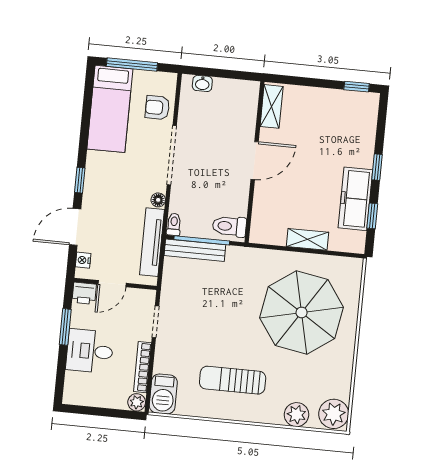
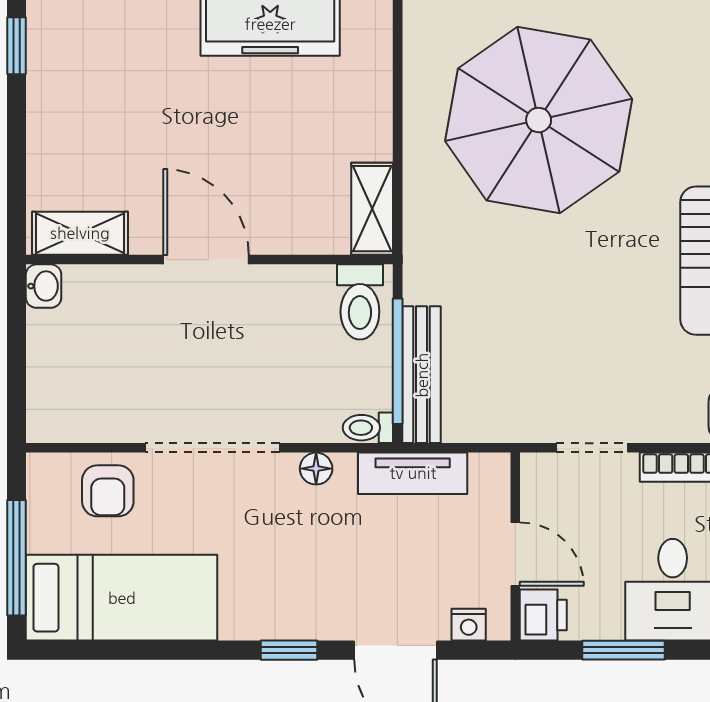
washbasin: (202, 83) -> (44, 286), moved
shelving: (308, 239) -> (372, 209), moved
tv unit: (152, 242) -> (413, 473), width x0.71

